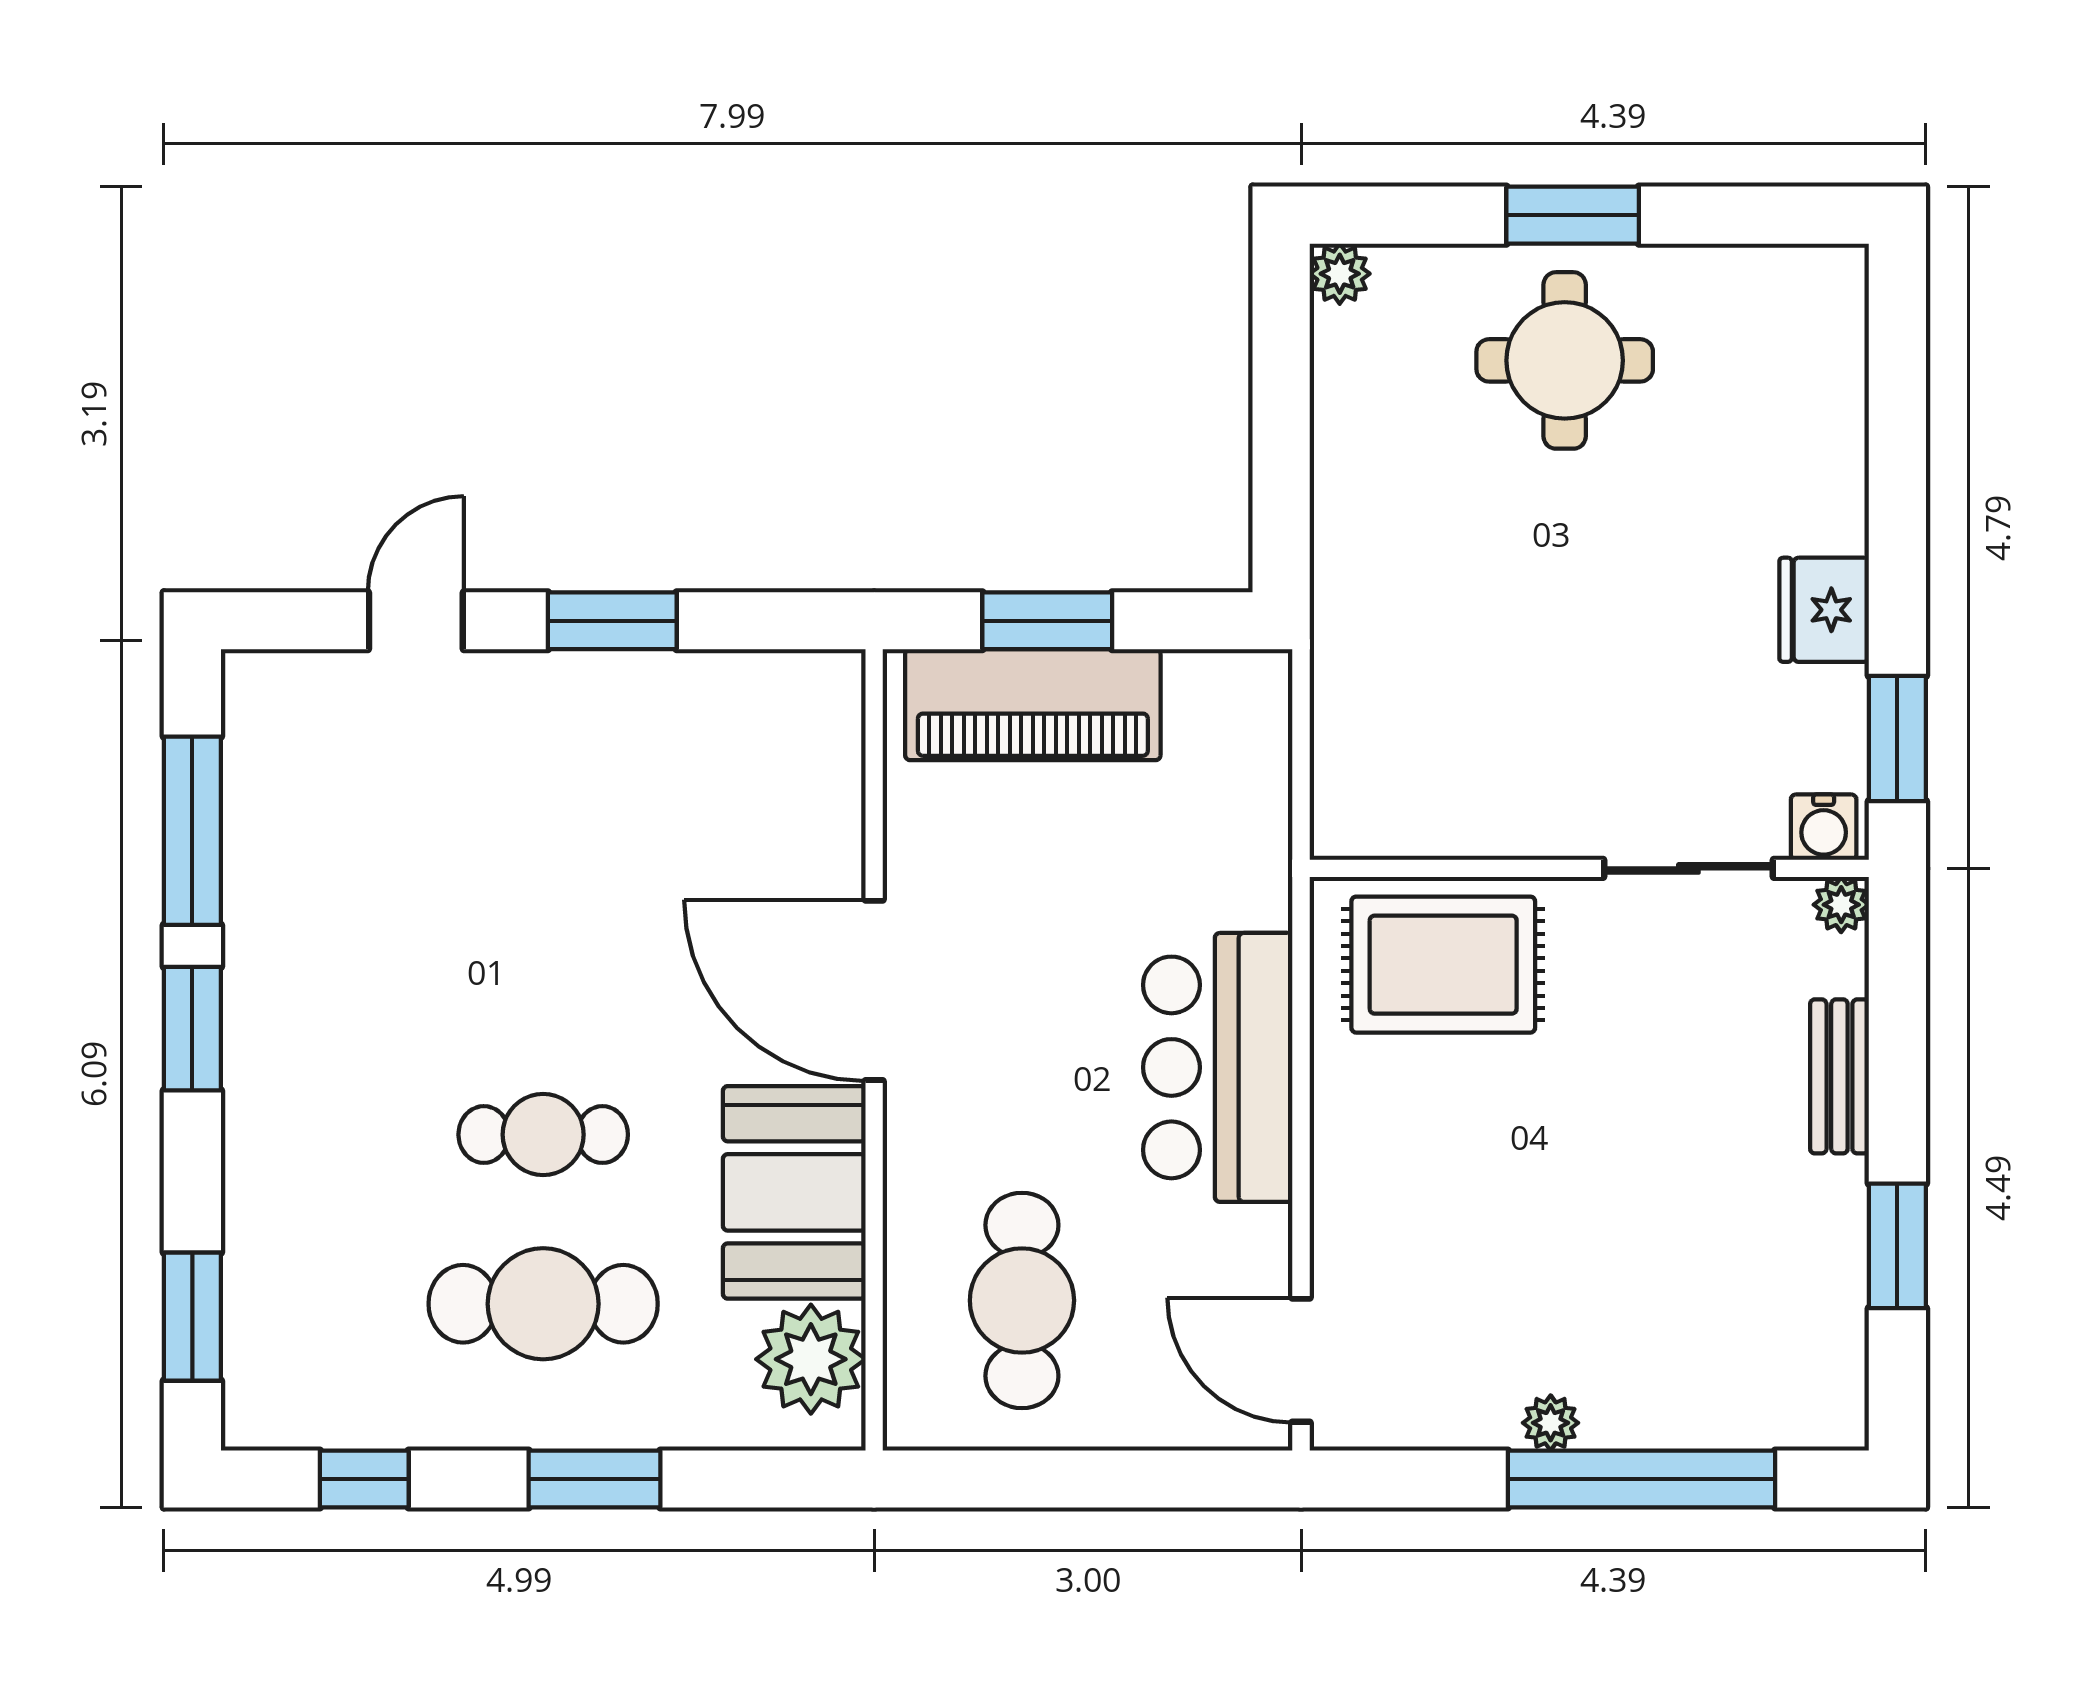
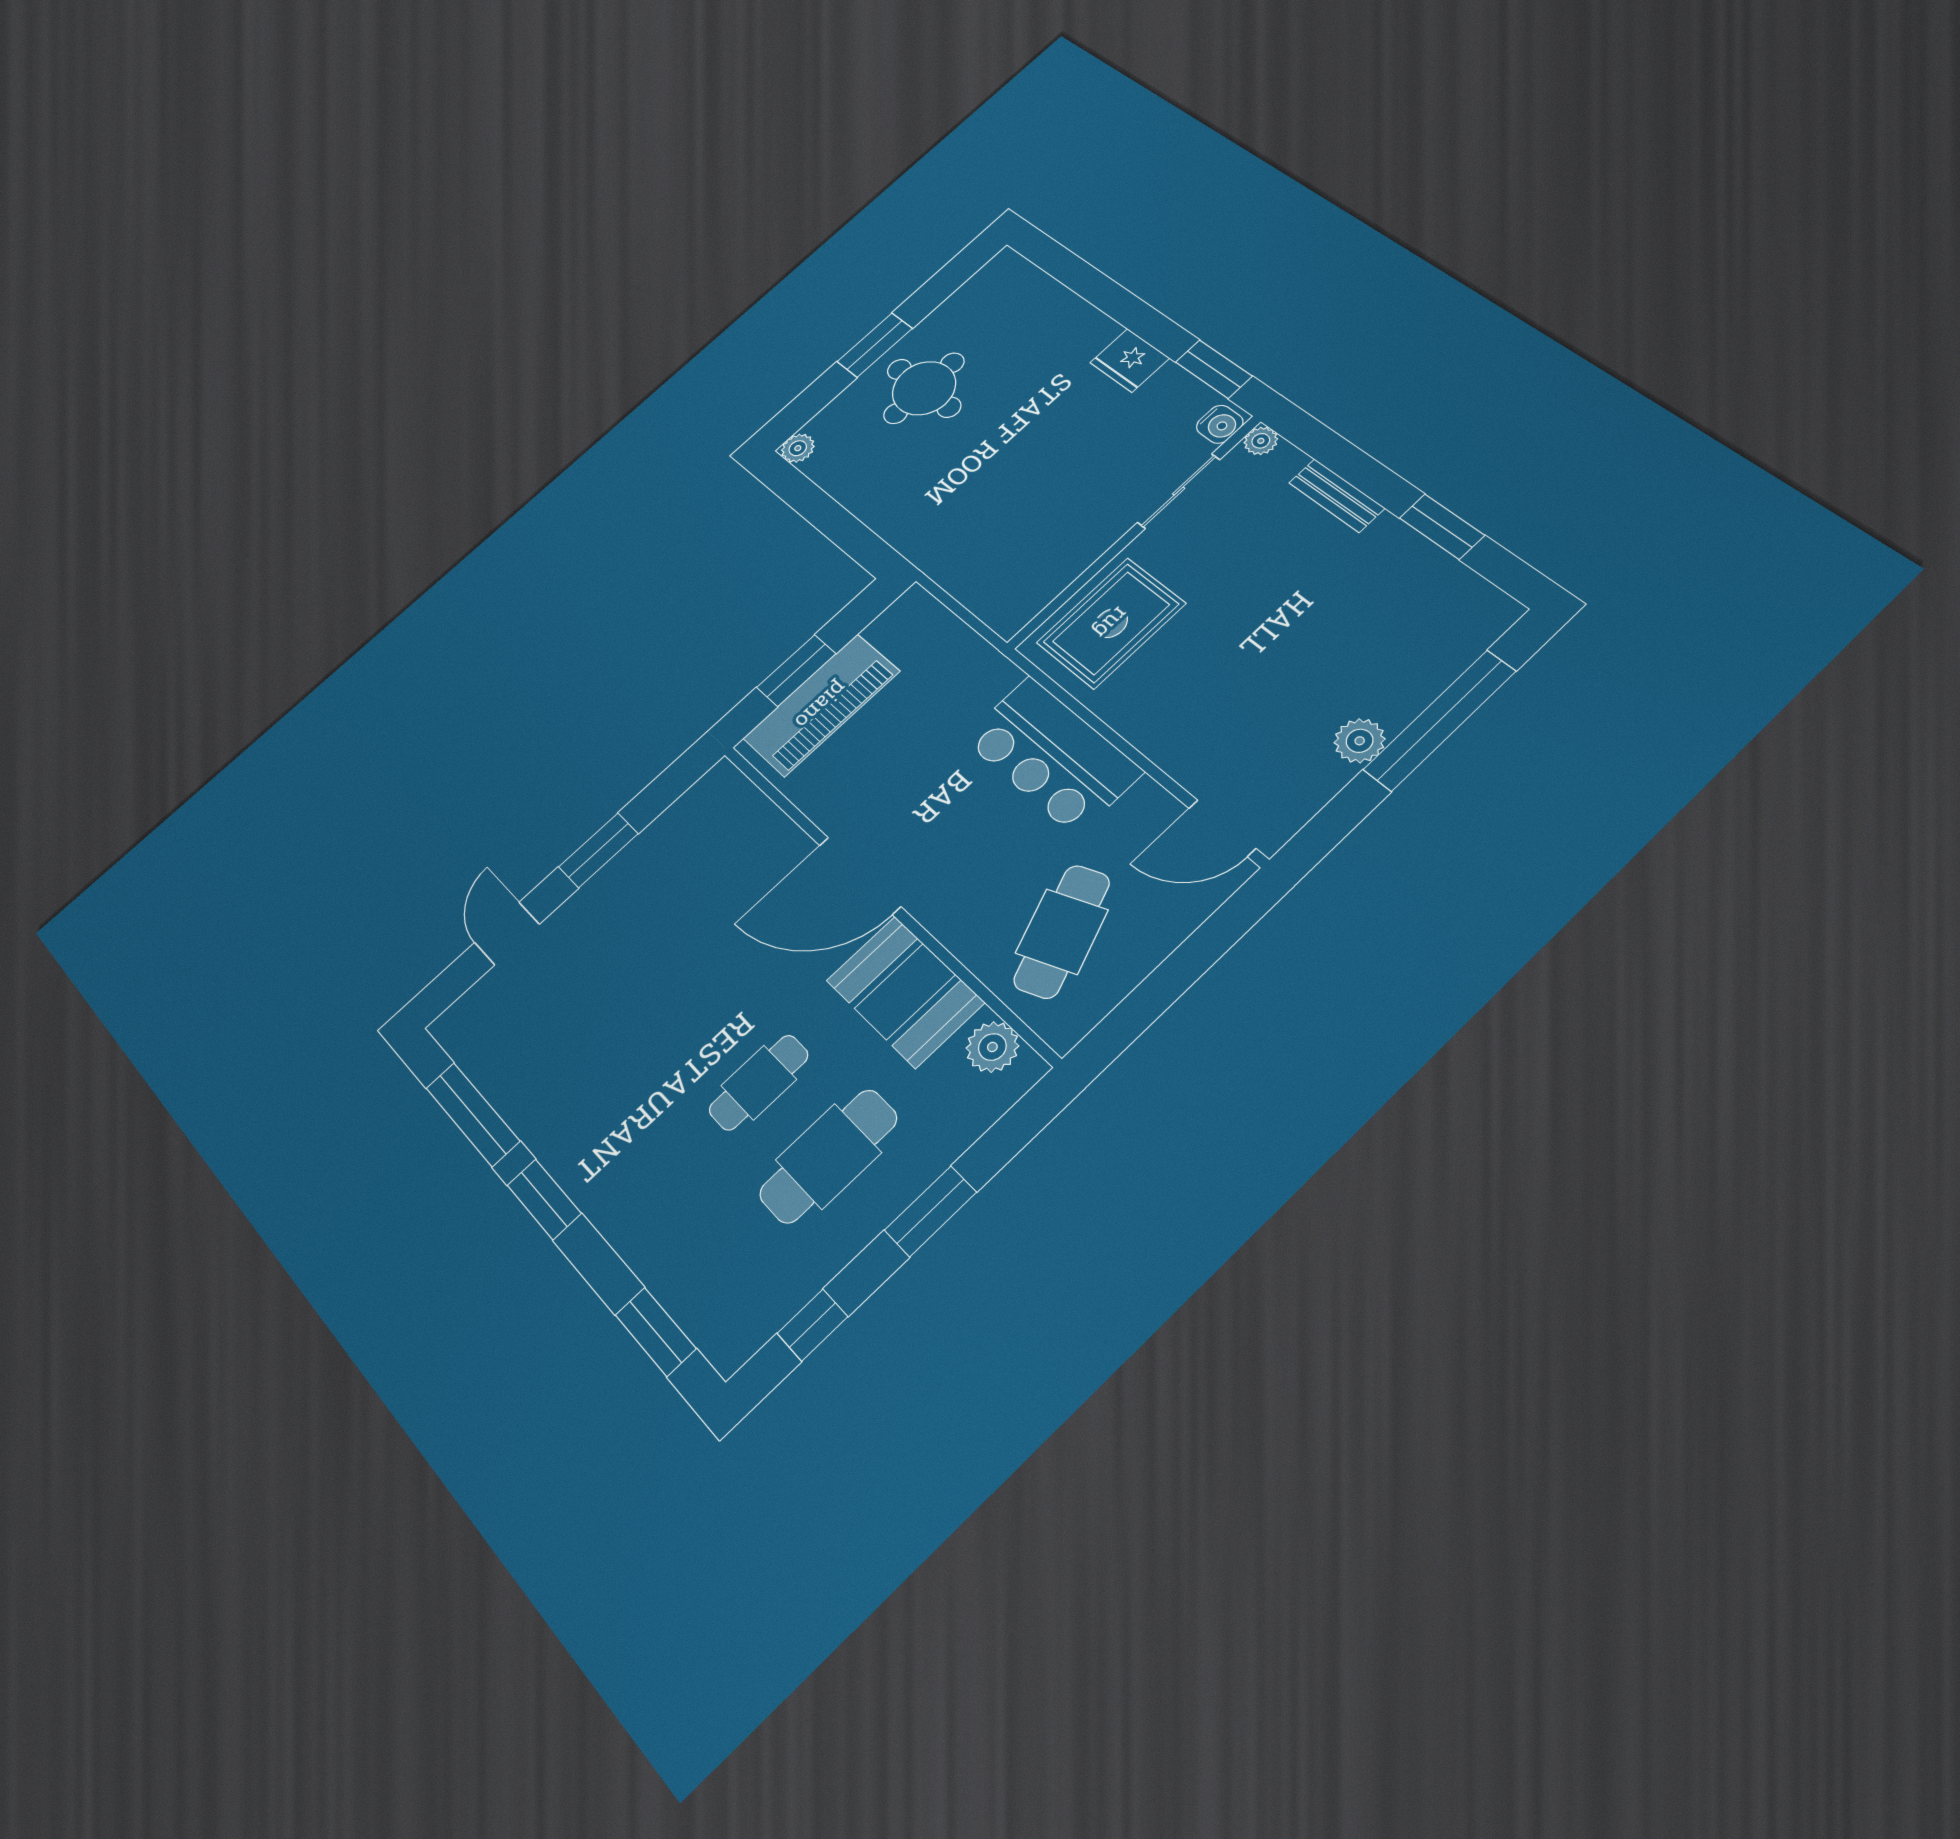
cafe table: (1022, 1300) -> (1062, 931), turned 68
plant: (811, 1359) -> (992, 1047), width x0.73, depth x0.73
plant: (1551, 1423) -> (1360, 741), width x1.38, depth x1.38

